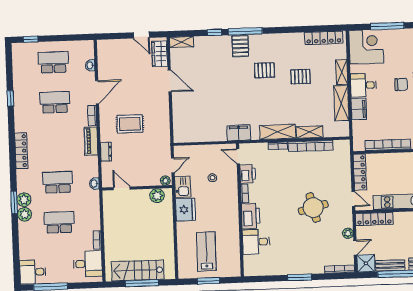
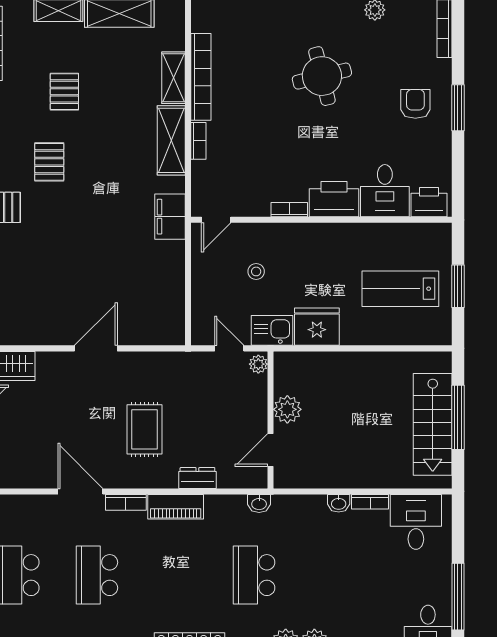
washbasin: (90, 65) -> (339, 503), moved
door: (170, 81) -> (96, 348), moved
printer: (248, 174) -> (429, 202), moved
plant: (157, 196) -> (287, 409), moved
school desk: (59, 222) -> (333, 575), removed
armchair: (301, 256) -> (415, 104), added

